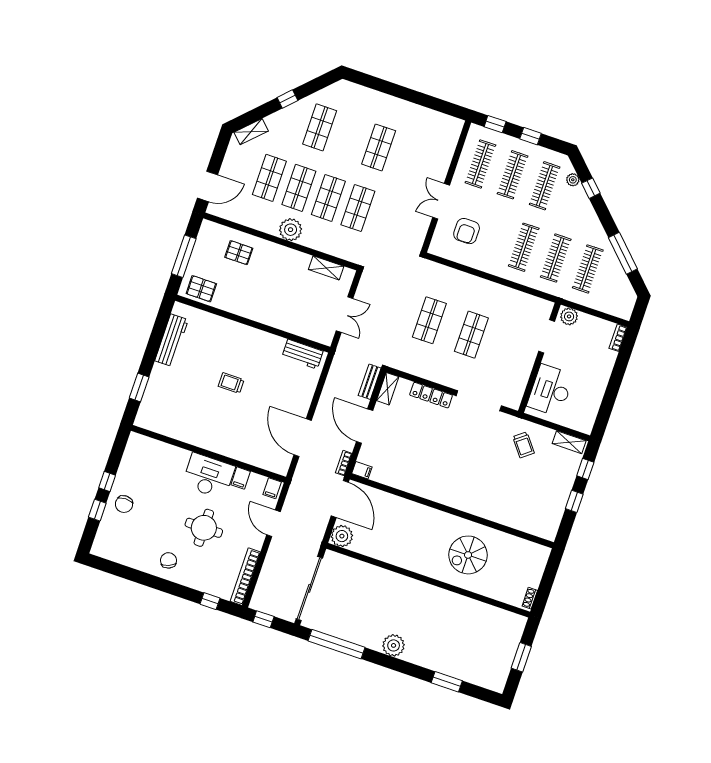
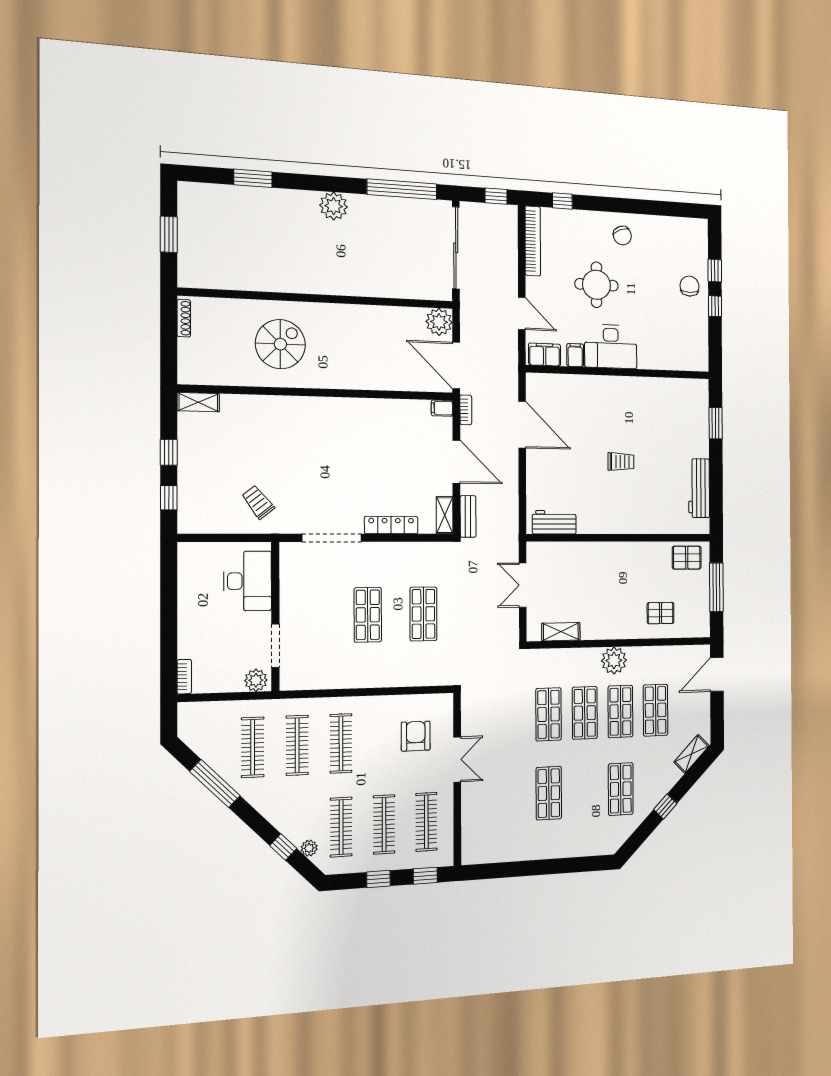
shelving: (569, 442) -> (198, 402), moved
filing cabinet: (272, 488) -> (545, 355), width x2.00
shoe rack: (530, 598) -> (184, 318), width x1.43

